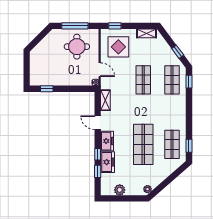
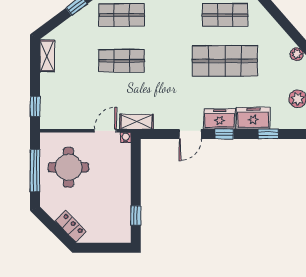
display table: (118, 47) -> (69, 101), removed
locker: (40, 48) -> (70, 226), added
shelving: (105, 100) -> (137, 122), moved
window: (98, 154) -> (224, 134), moved

